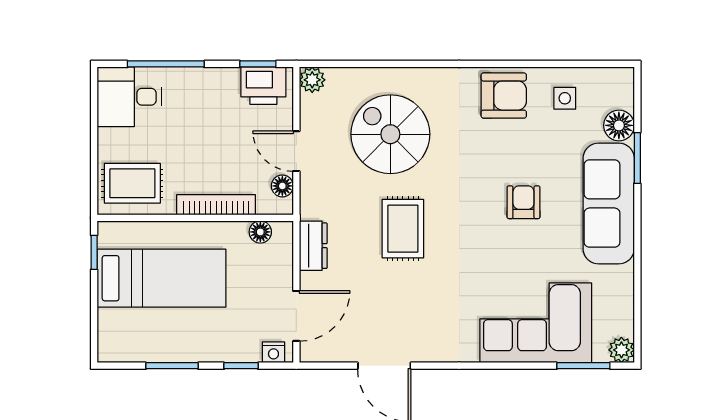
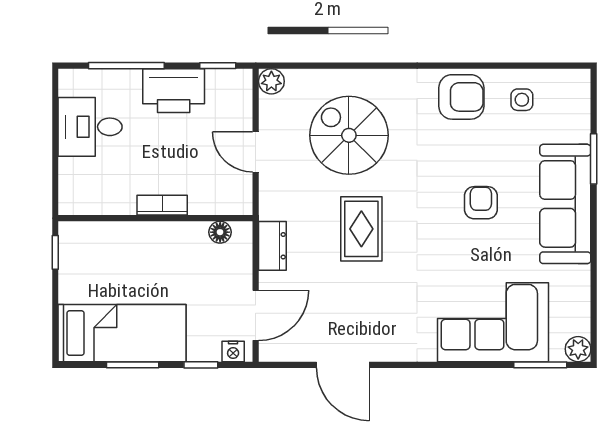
printer: (263, 86) -> (174, 91), moved, width x1.37, depth x1.19
desk: (129, 97) -> (90, 127), moved
floor lamp: (619, 125) -> (576, 127), removed
rug: (132, 183) -> (93, 184), removed
floor lamp: (282, 186) -> (242, 187), removed
bookcase: (216, 205) -> (162, 205), width x0.64
bed: (162, 278) -> (122, 333), moved

